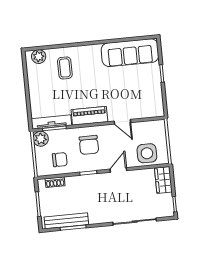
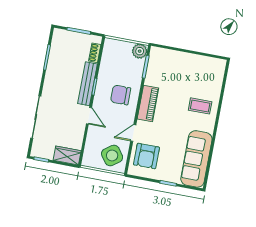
plant: (39, 57) -> (218, 72), removed
coffee table: (65, 68) -> (200, 106), moved
armchair: (141, 102) -> (146, 156), added
tv unit: (51, 122) -> (153, 66), removed
side table: (147, 153) -> (112, 155), moved, turned -36
chair: (60, 160) -> (115, 63), removed
bench: (66, 221) -> (87, 84), moved

